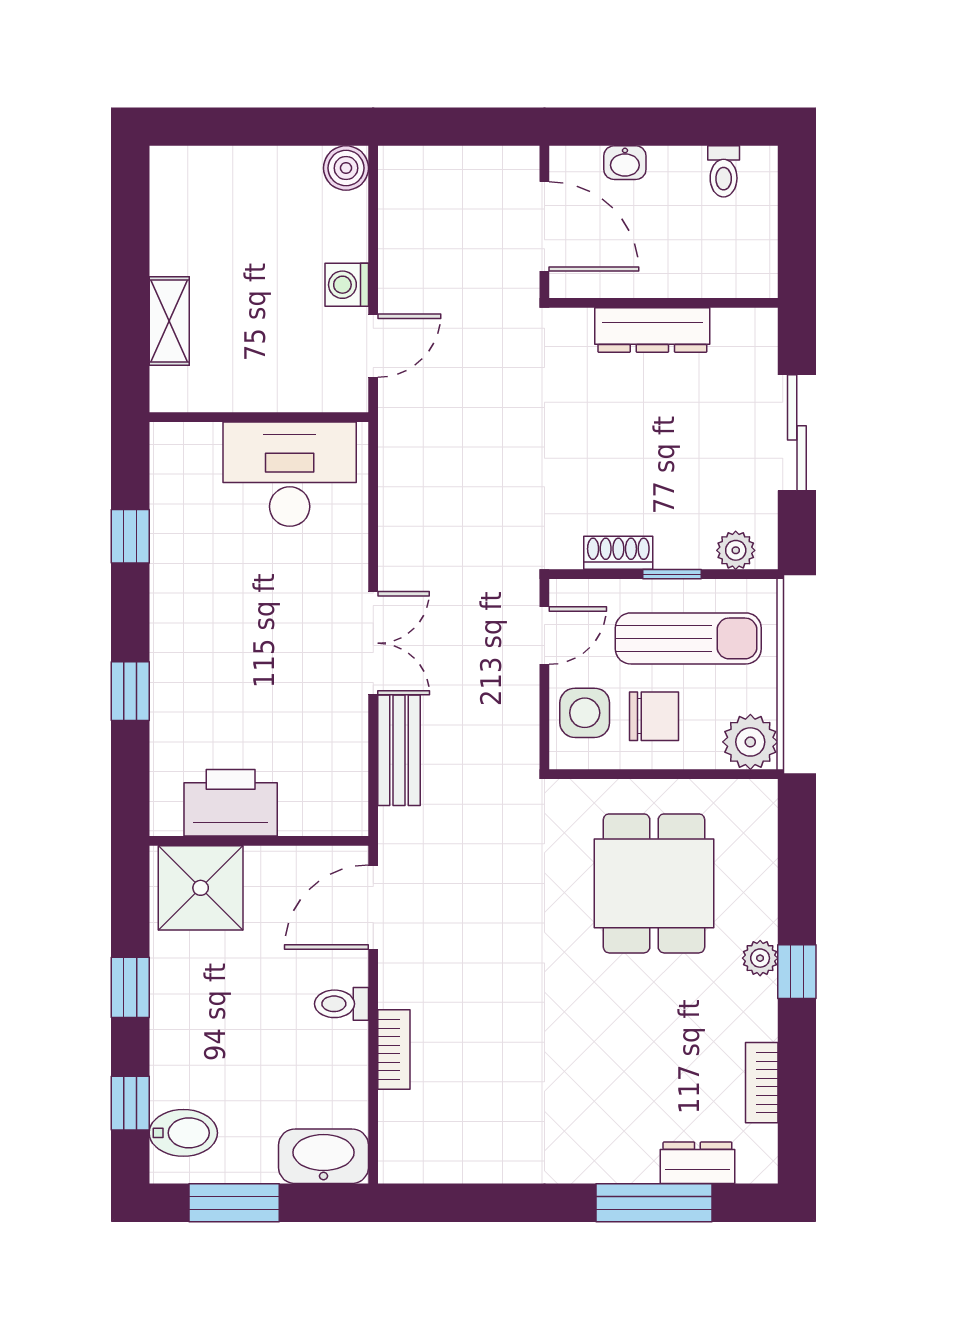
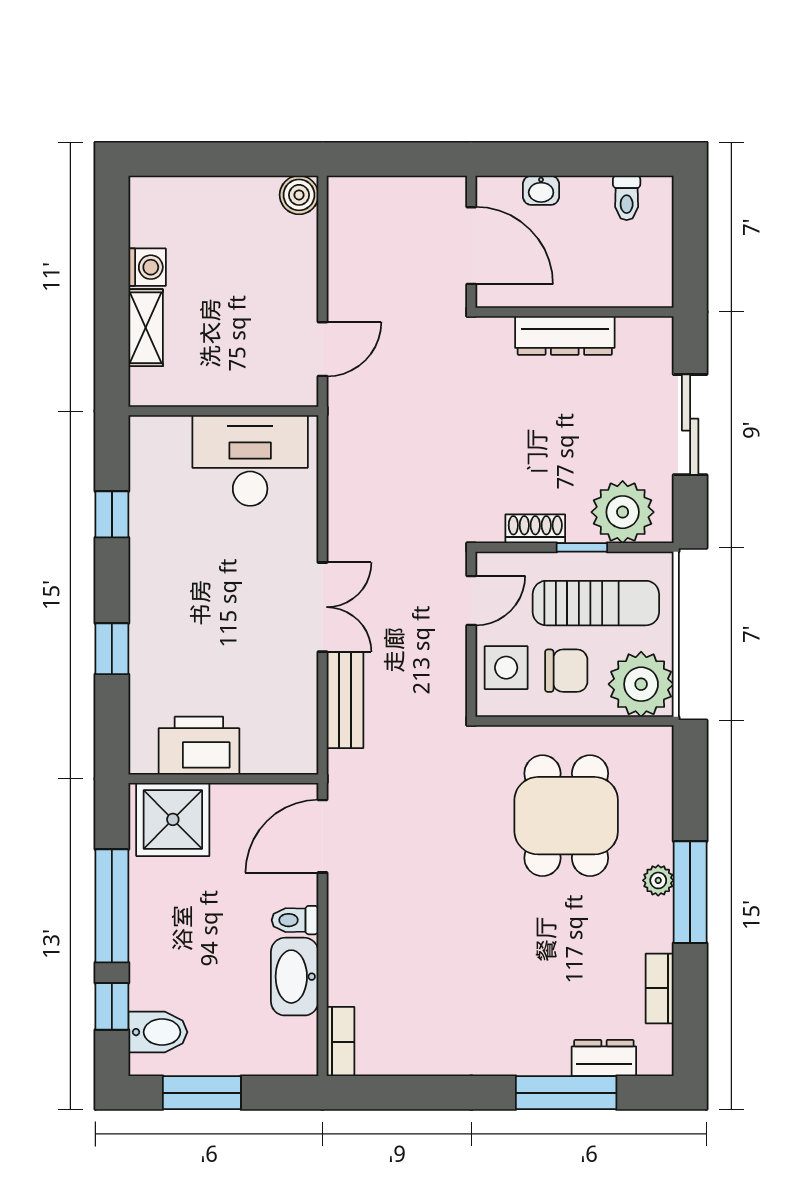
washing machine: (347, 285) -> (147, 267), moved, turned 180
plant: (736, 550) -> (623, 512), width x1.87, depth x1.87
plant: (750, 742) -> (641, 684), width x1.36, depth x1.36
window: (797, 972) -> (690, 892), width x2.17
window: (130, 987) -> (112, 906), width x2.17
bookcase: (394, 1050) -> (340, 1042), moved
washbasin: (323, 1156) -> (295, 977), moved, turned -90

